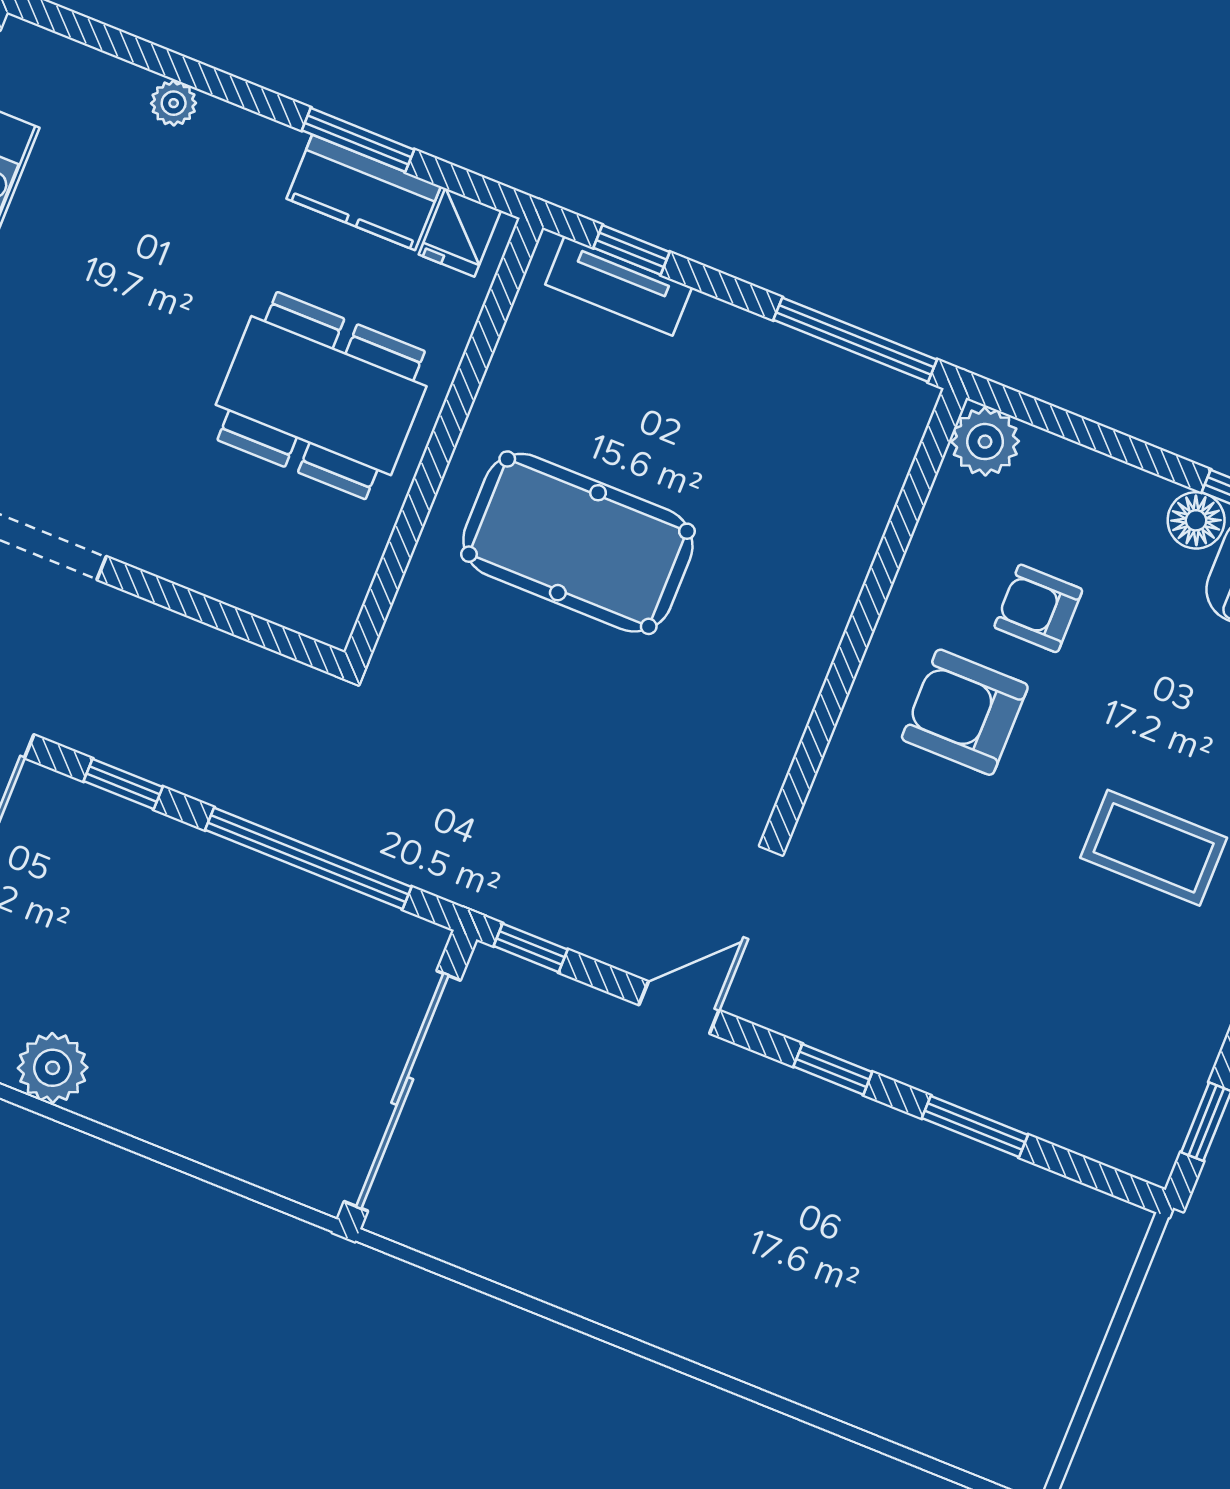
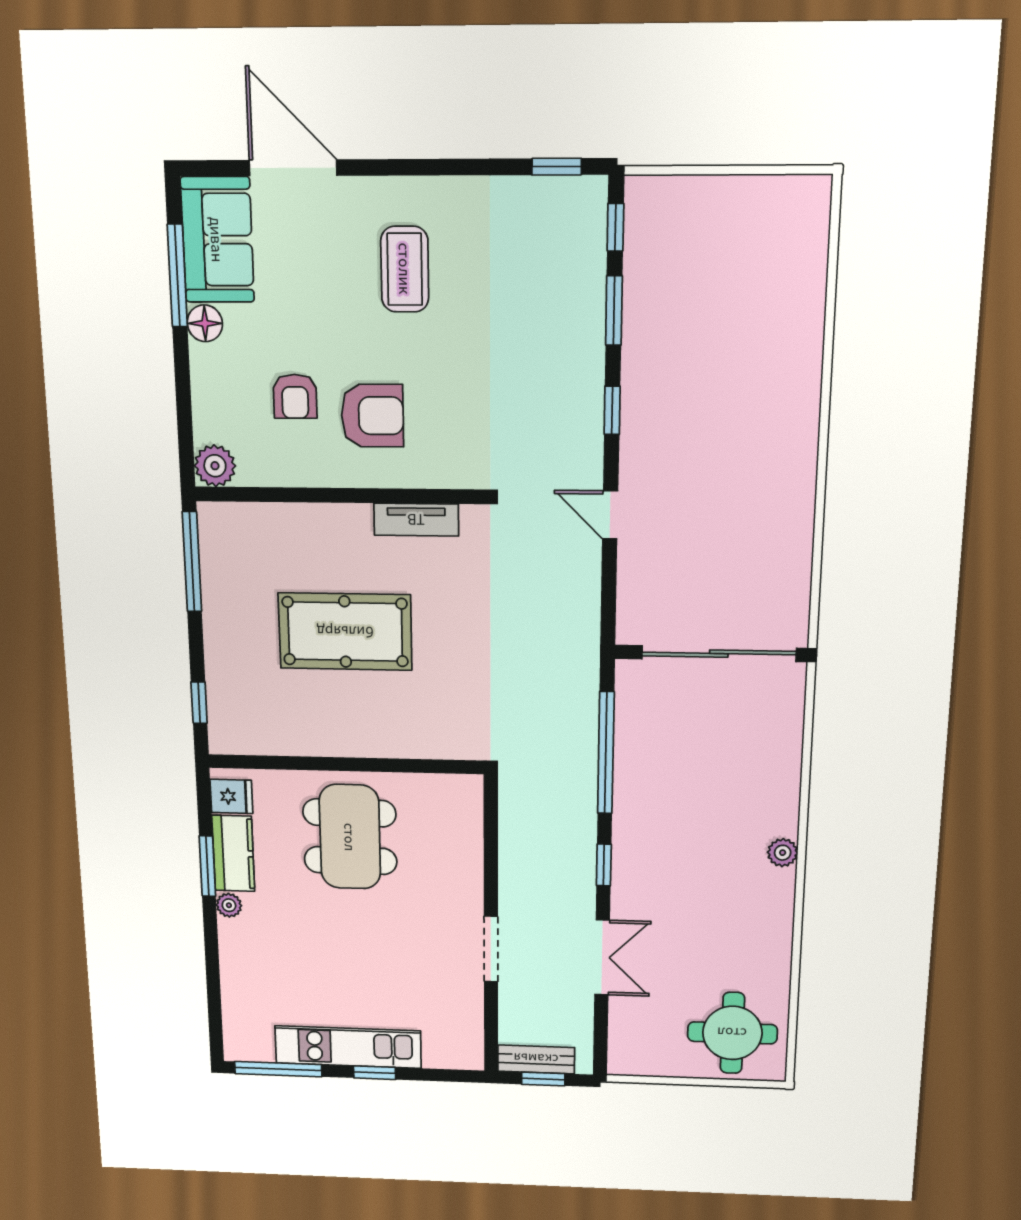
plant: (174, 103) -> (229, 905), moved
tv unit: (619, 286) -> (416, 520), moved, turned 90
pool table: (578, 543) -> (345, 632), moved, turned 90
armchair: (965, 712) -> (372, 416), turned -90
window: (531, 948) -> (615, 227), moved
plant: (53, 1068) -> (783, 853), width x0.73, depth x0.73

